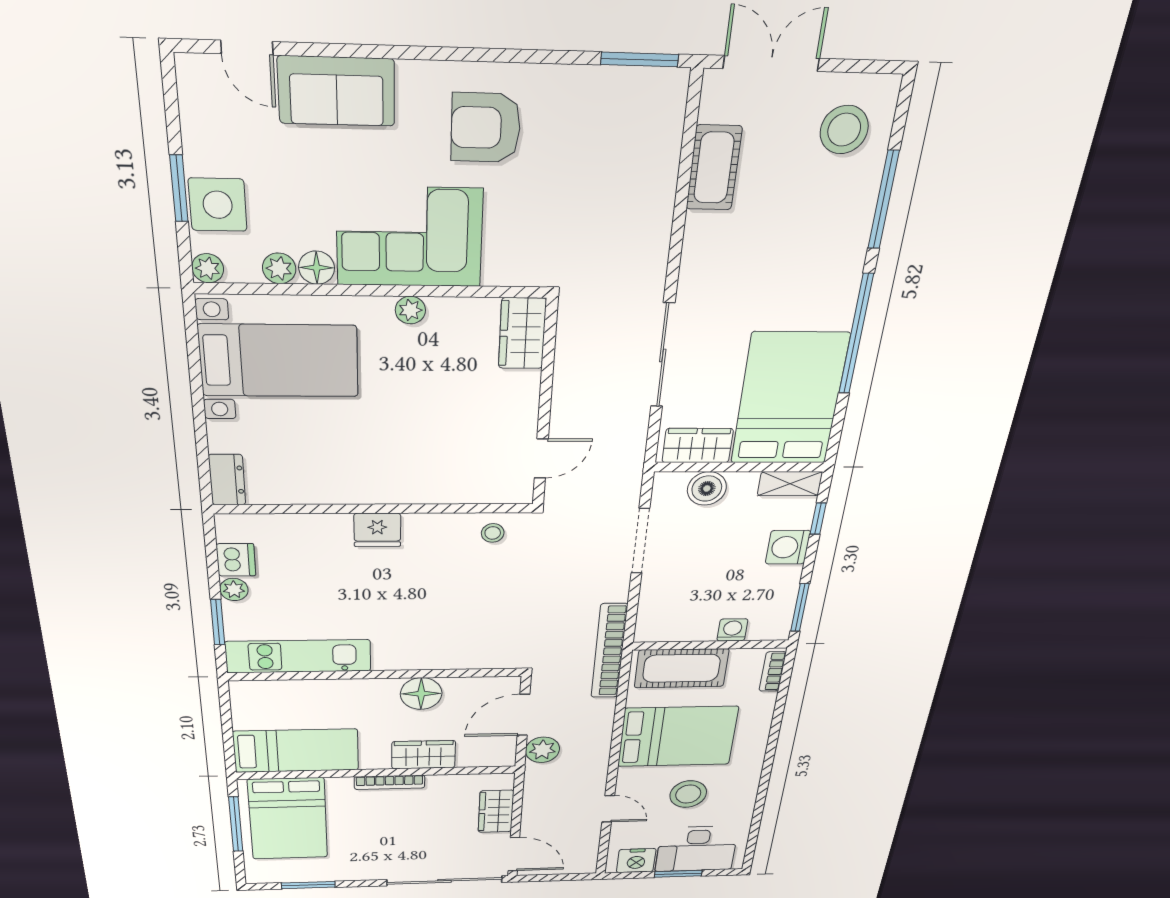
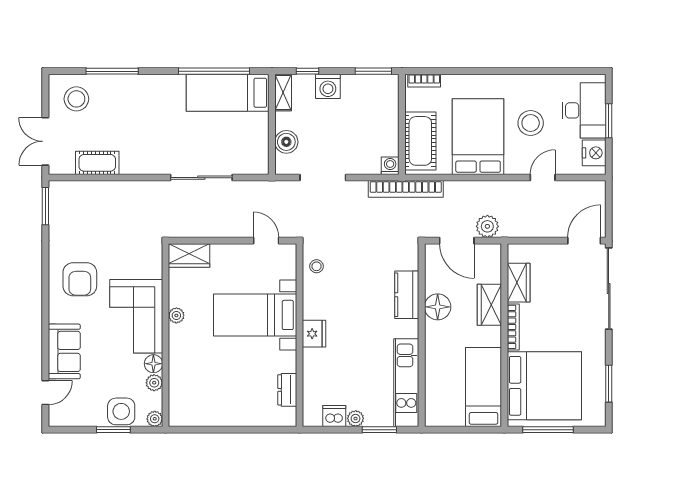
window: (856, 335) -> (214, 71), moved
bed with nightstands: (279, 361) -> (255, 315), moved, turned -90
bed: (789, 399) -> (228, 93), width x0.67
wardrobe: (698, 446) -> (258, 151), removed
dresser: (227, 480) -> (287, 390), moved, turned -90
washing machine: (732, 630) -> (390, 166), moved, turned 90
kitchen counter: (441, 655) -> (407, 295), added
wardrobe: (496, 811) -> (519, 283), moved, turned -90
bed: (288, 819) -> (544, 386), width x1.36

